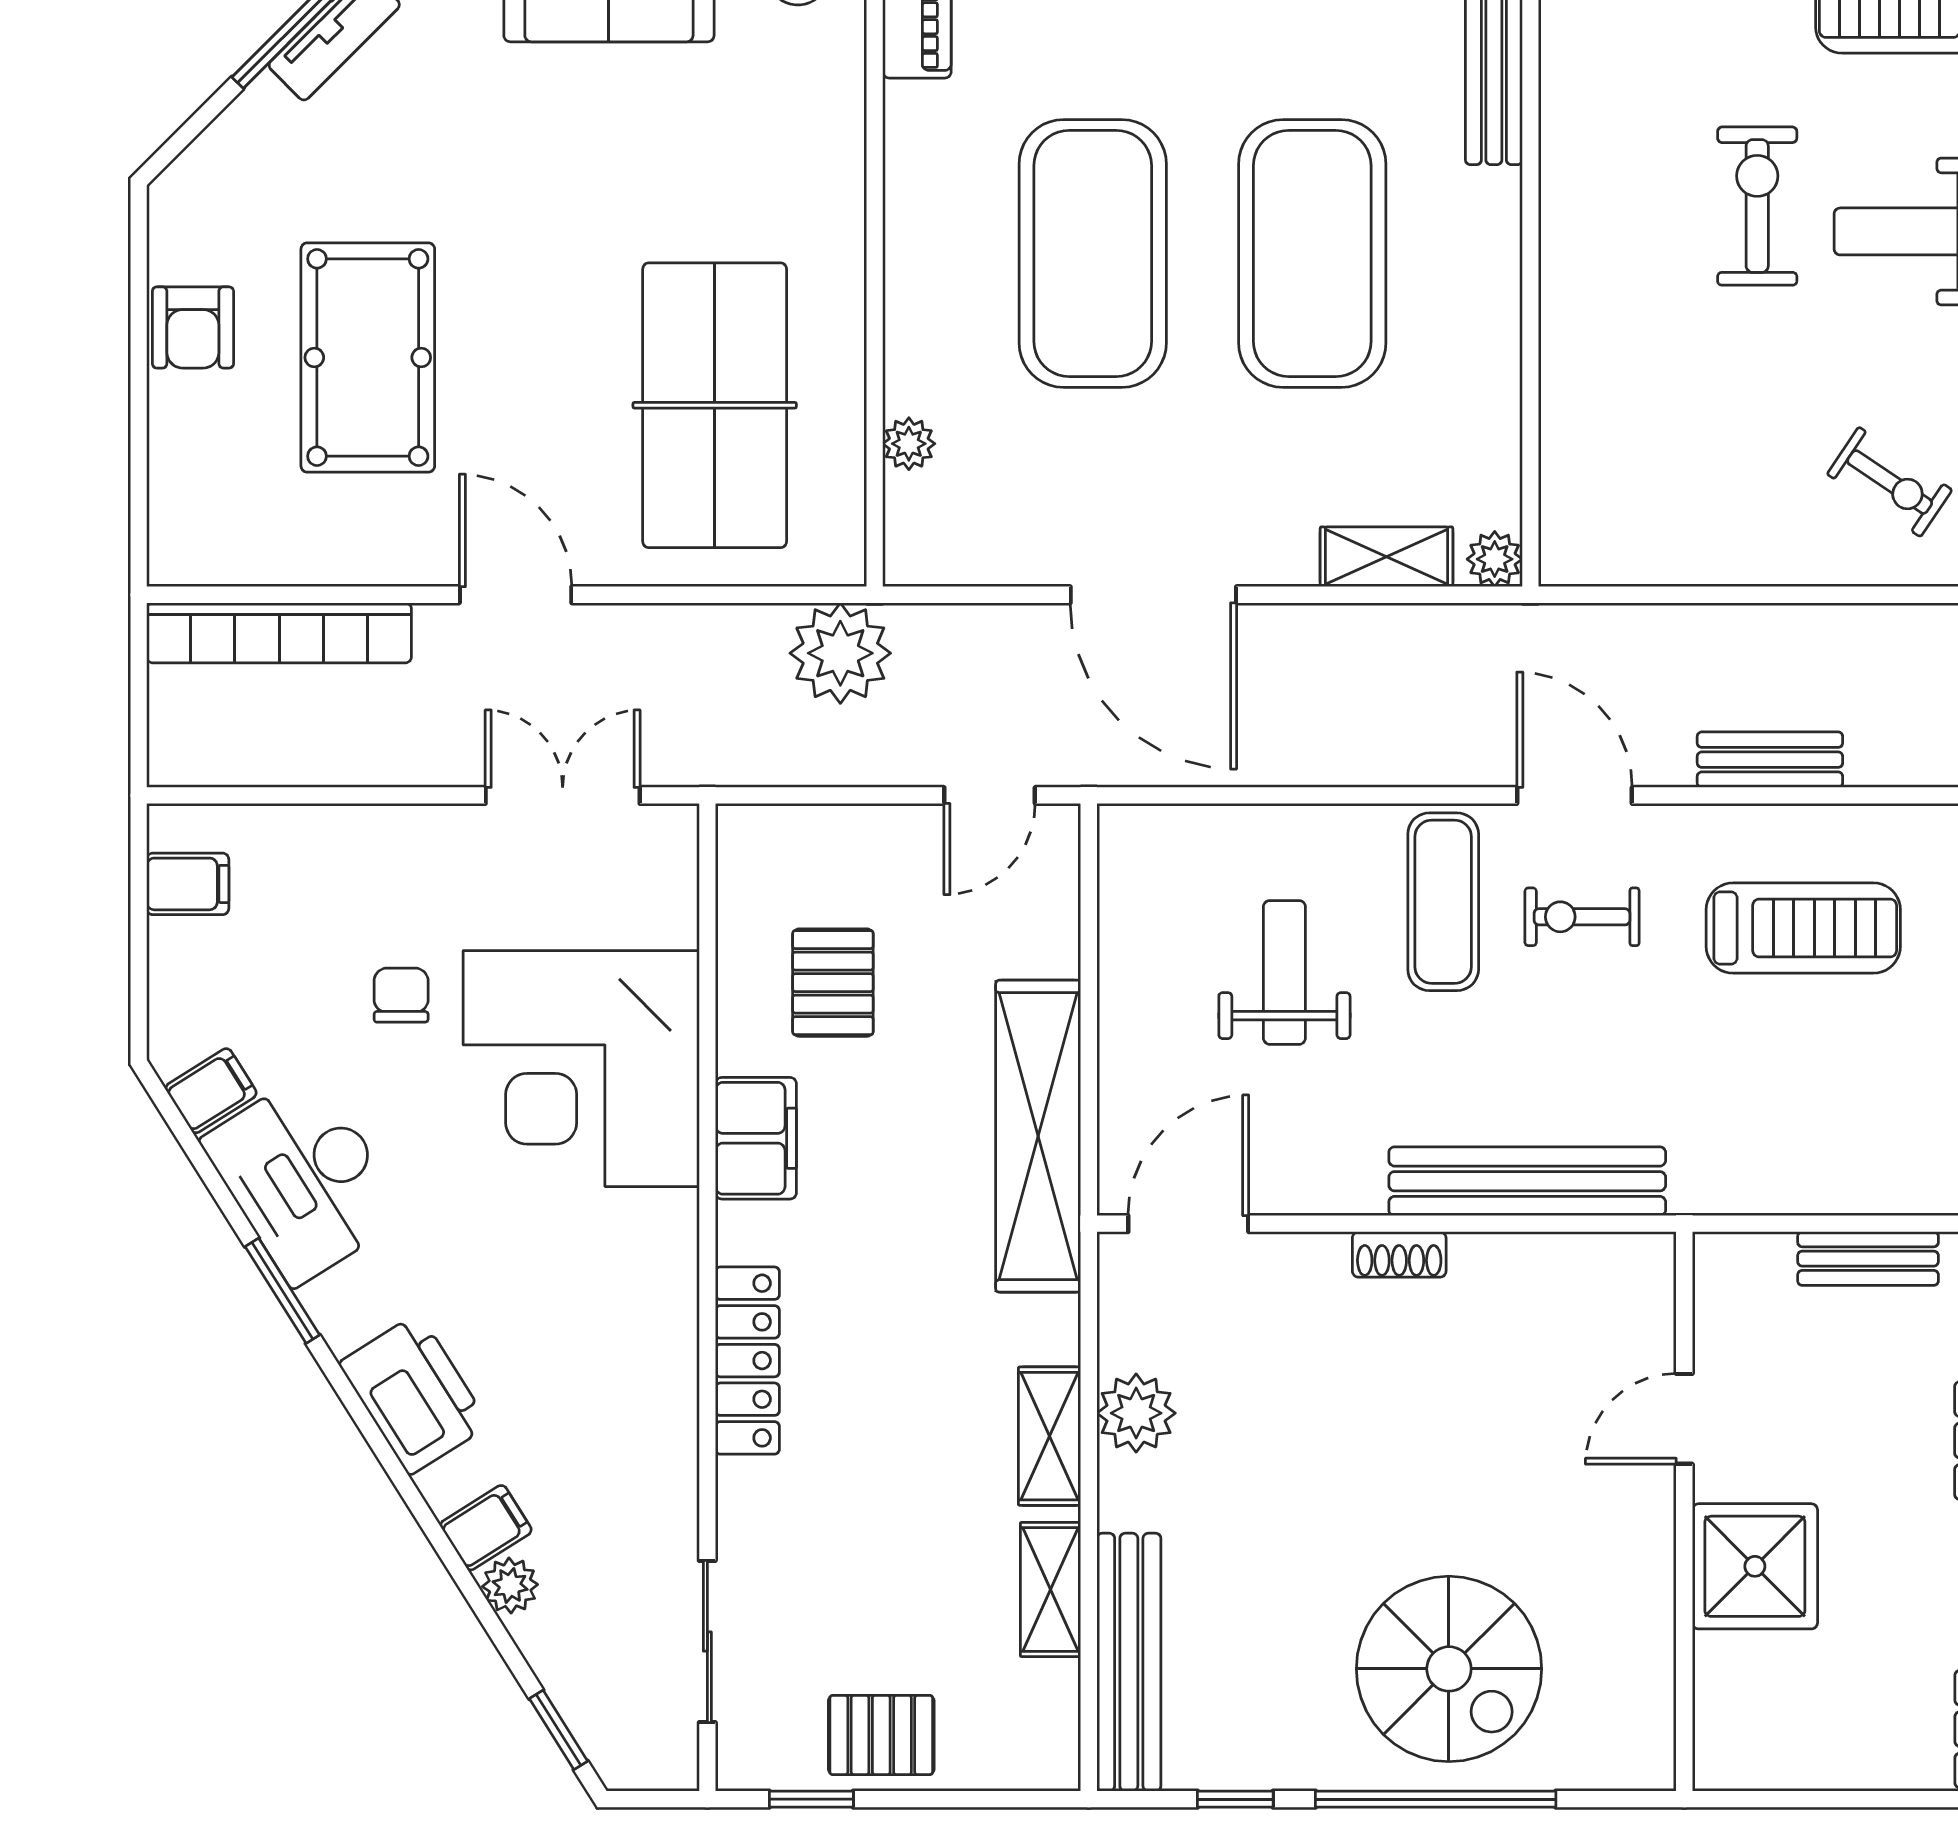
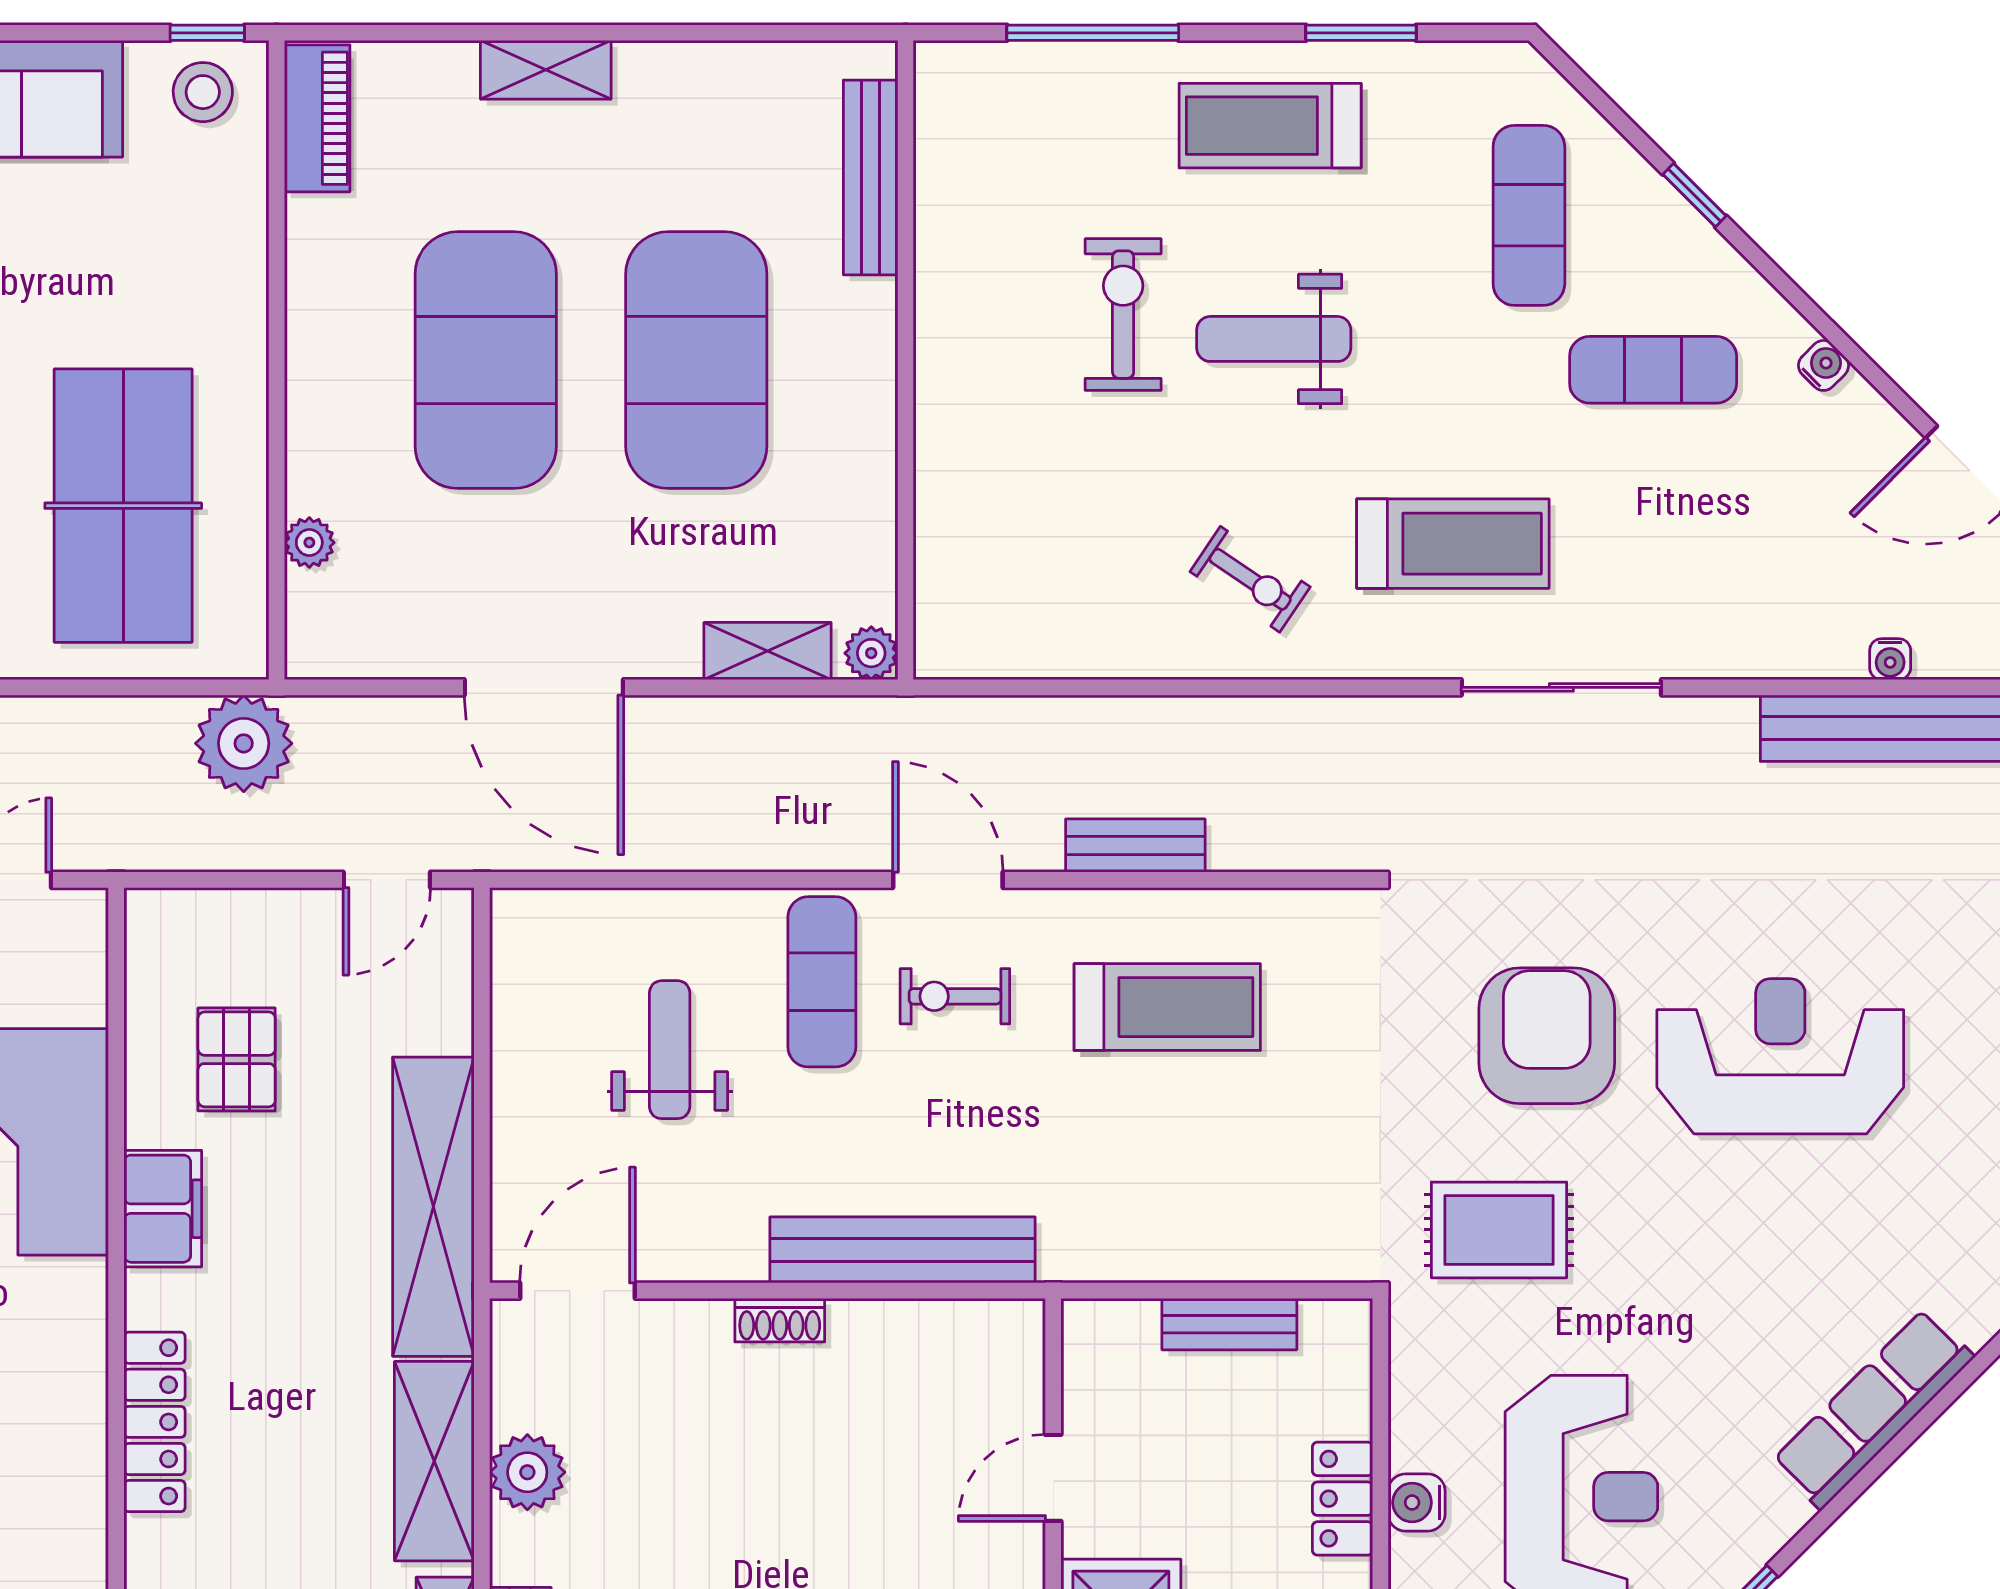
shelving: (1050, 1436) -> (434, 1461), width x1.50, depth x1.33

